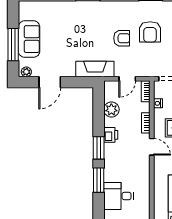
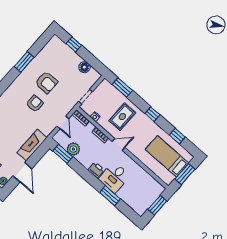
fireplace: (95, 69) -> (32, 145), moved
printer: (111, 135) -> (96, 170), moved
window: (99, 148) -> (63, 154), moved
desk: (119, 196) -> (114, 177), moved

